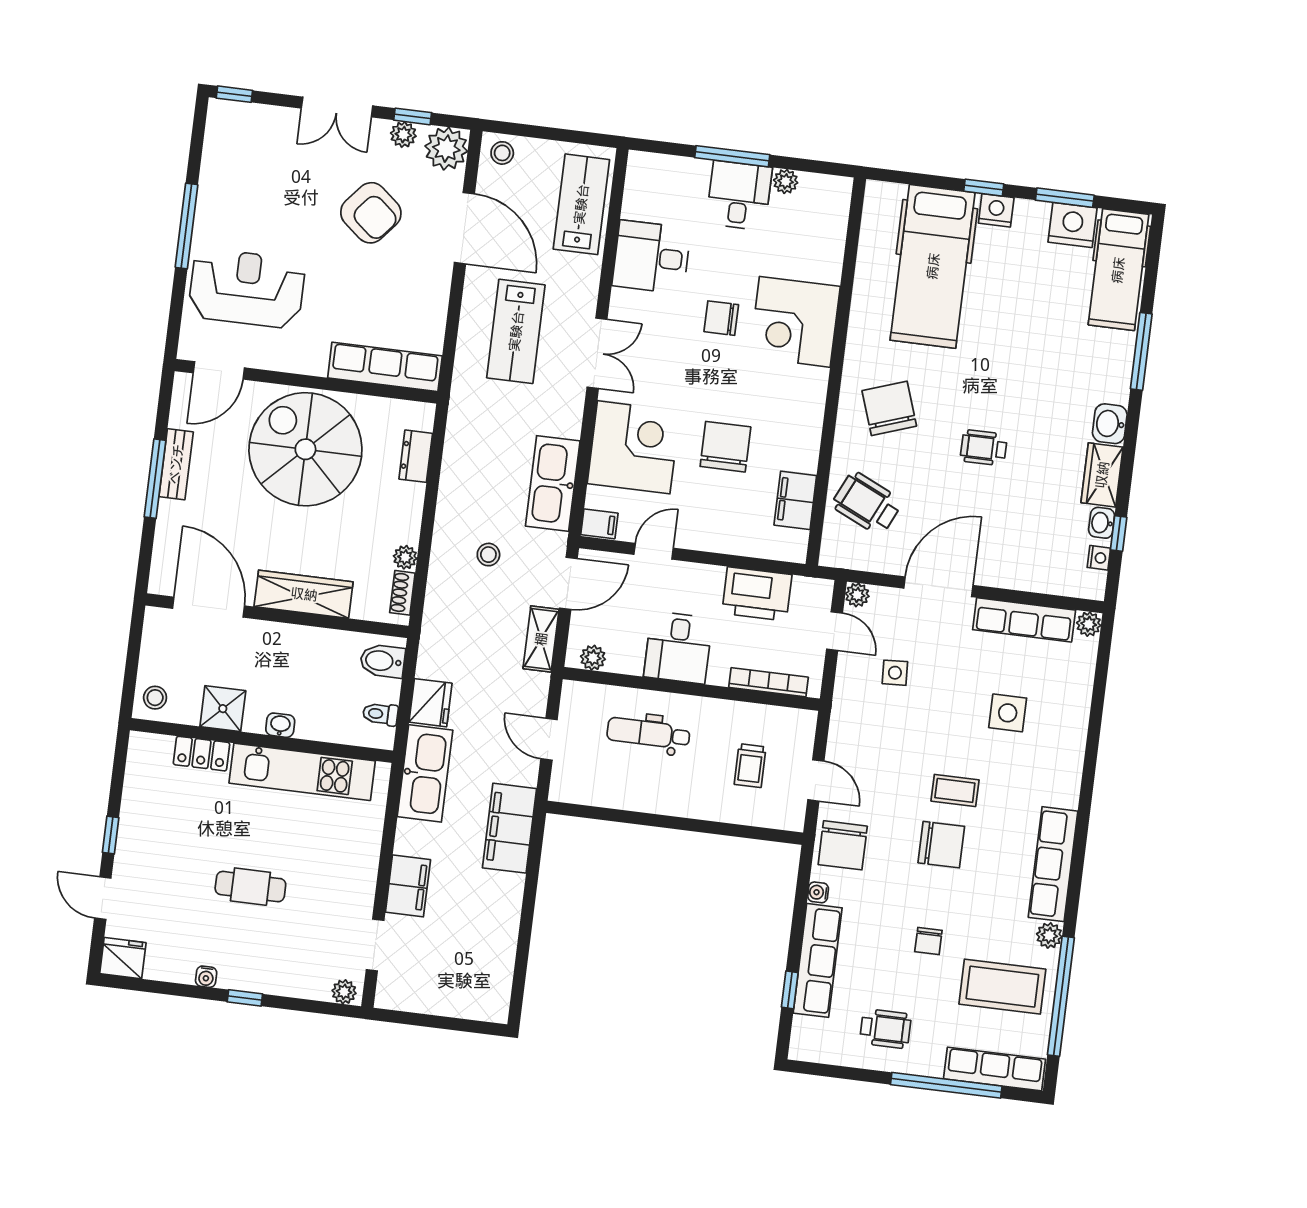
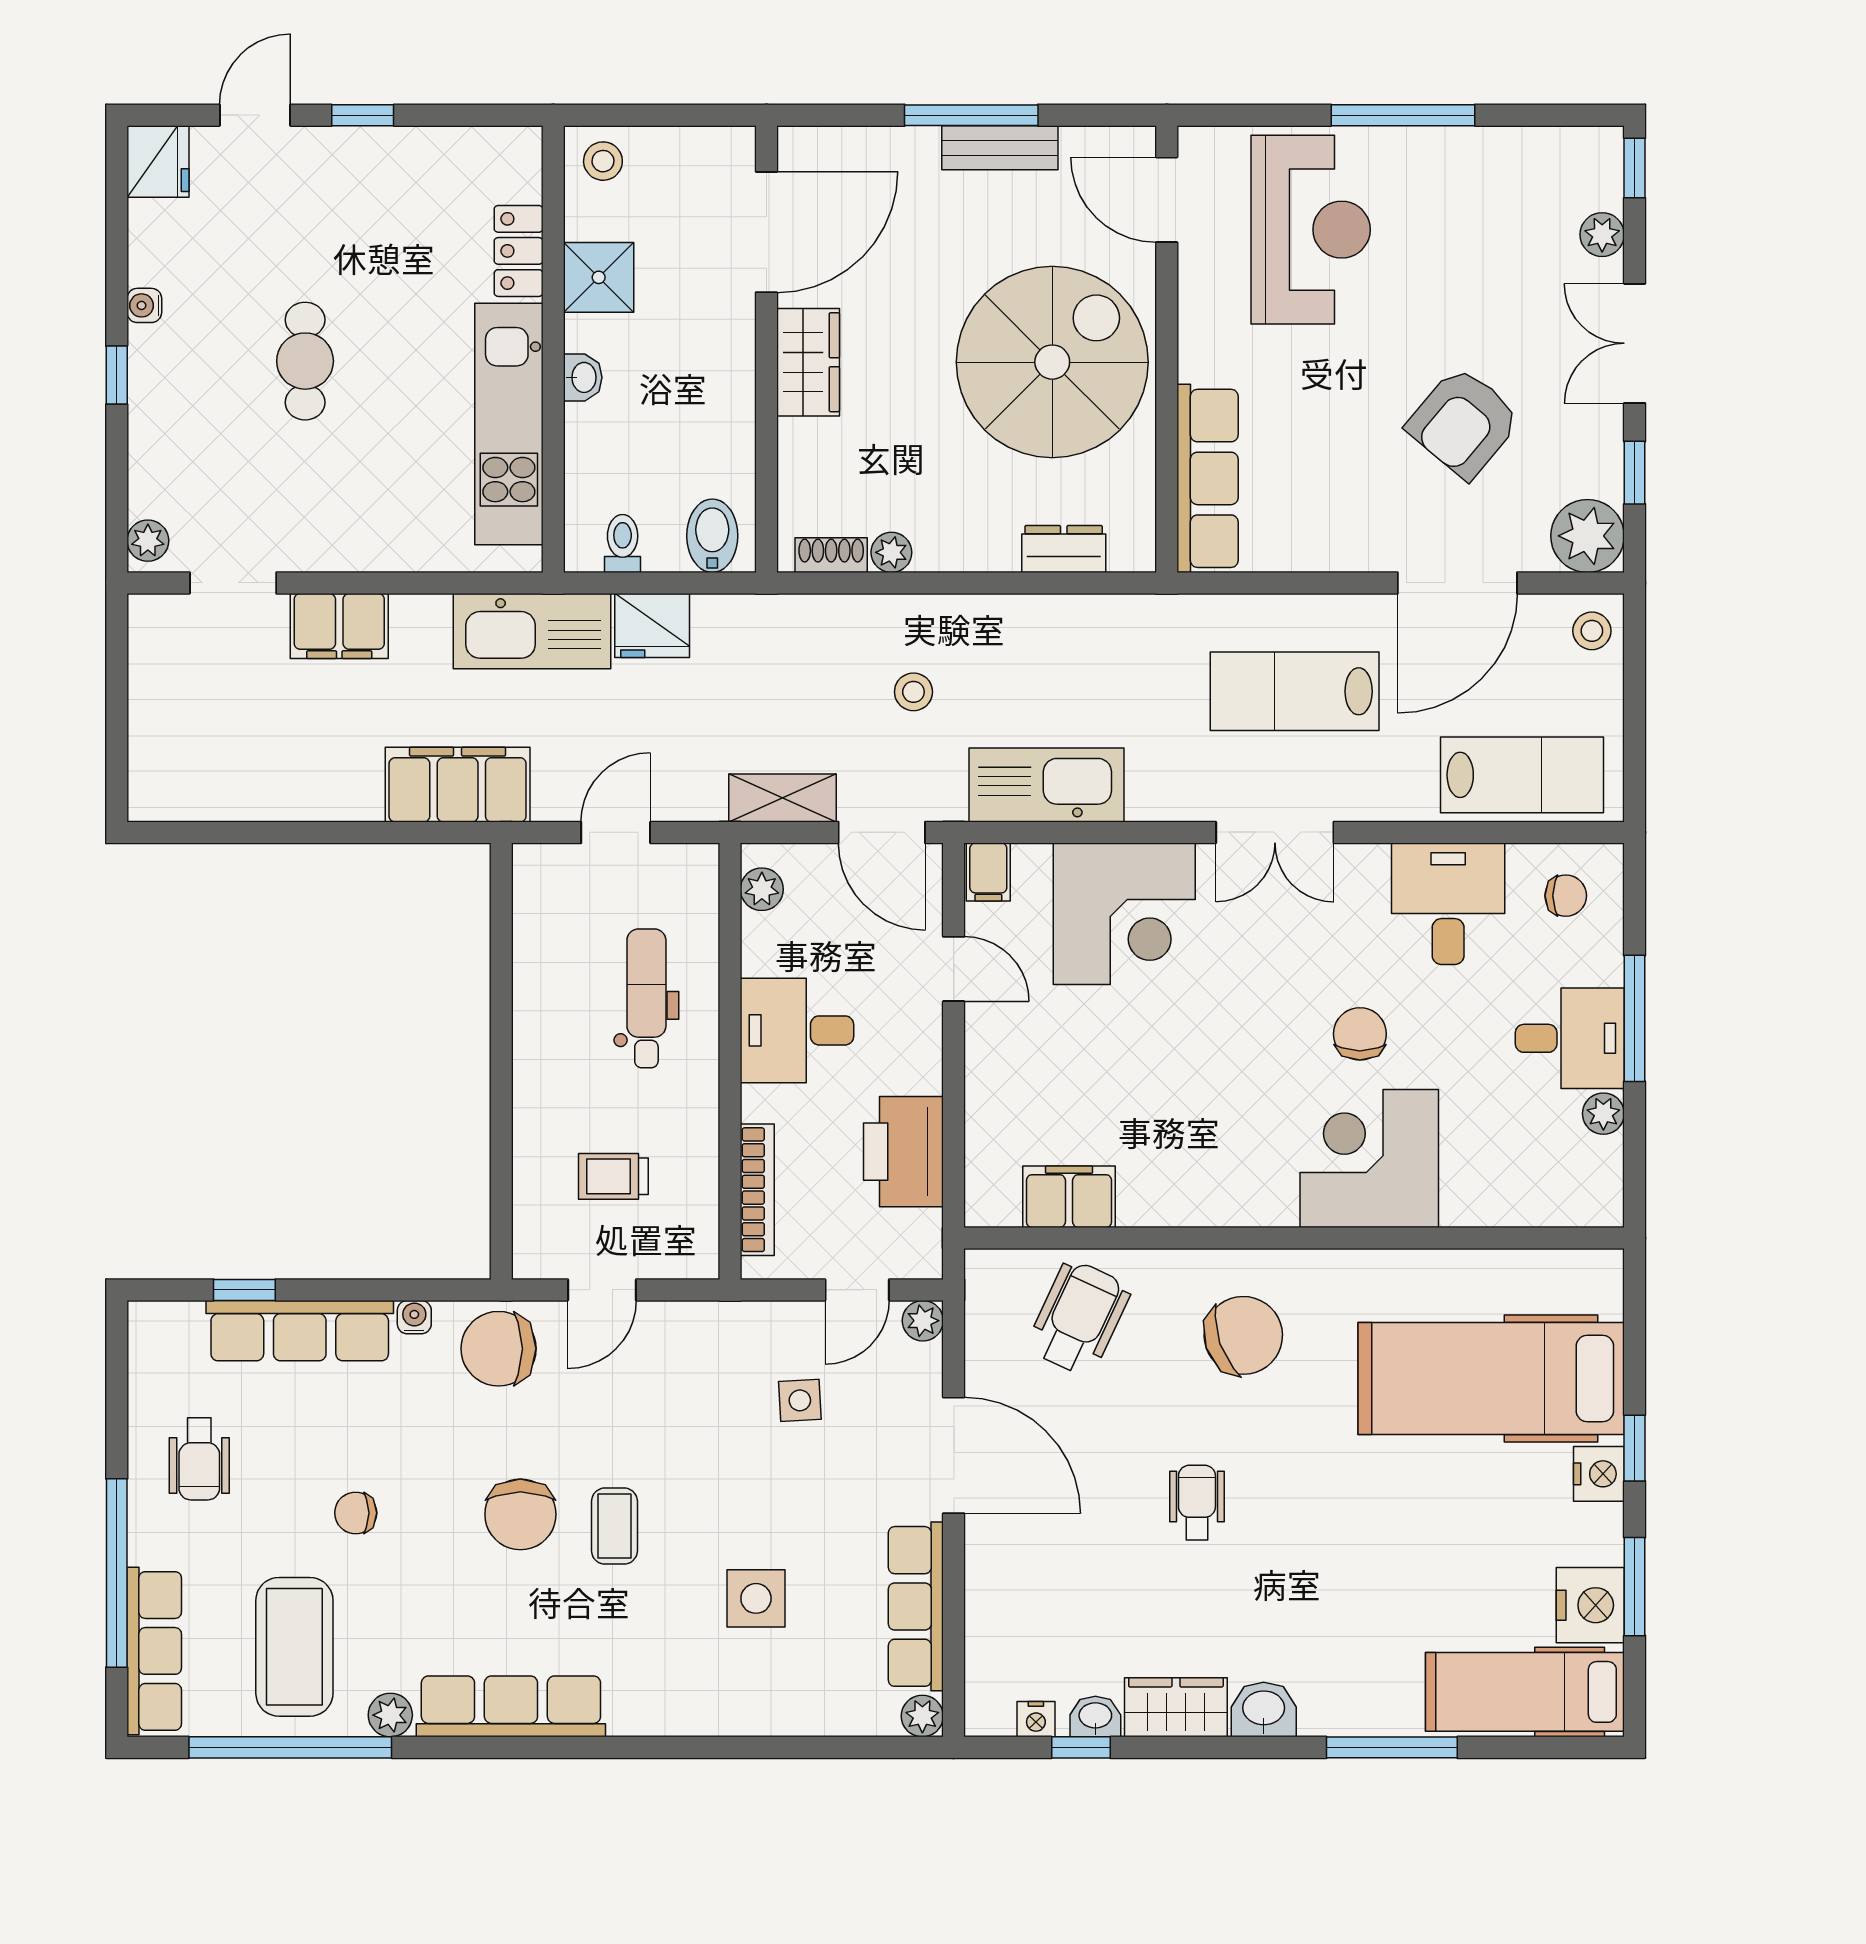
plant: (403, 135) -> (1602, 235), moved
chair: (725, 447) -> (1566, 896), moved, width x0.54, depth x0.54
wardrobe: (304, 594) -> (808, 362), width x0.67

